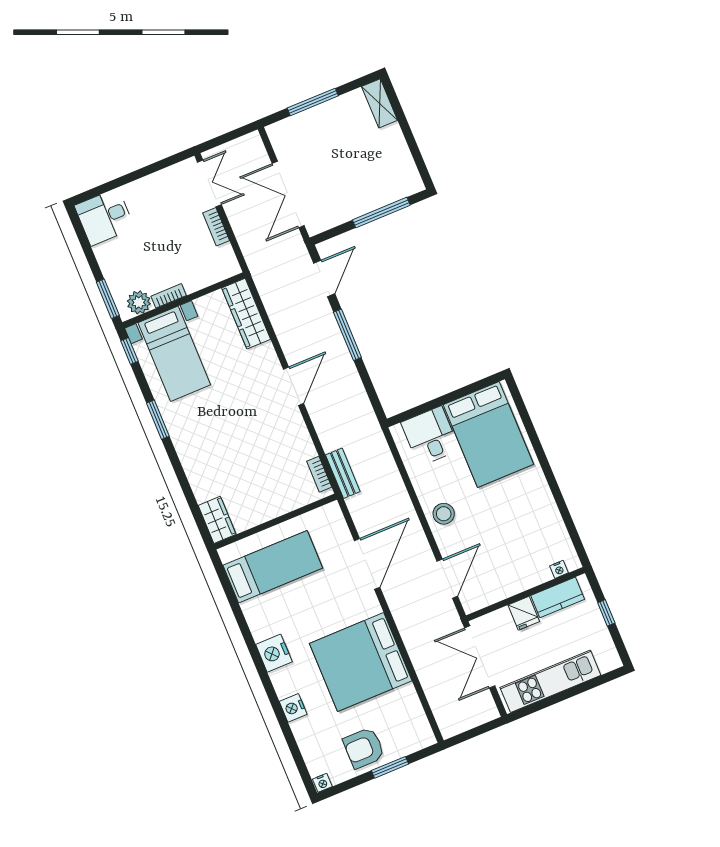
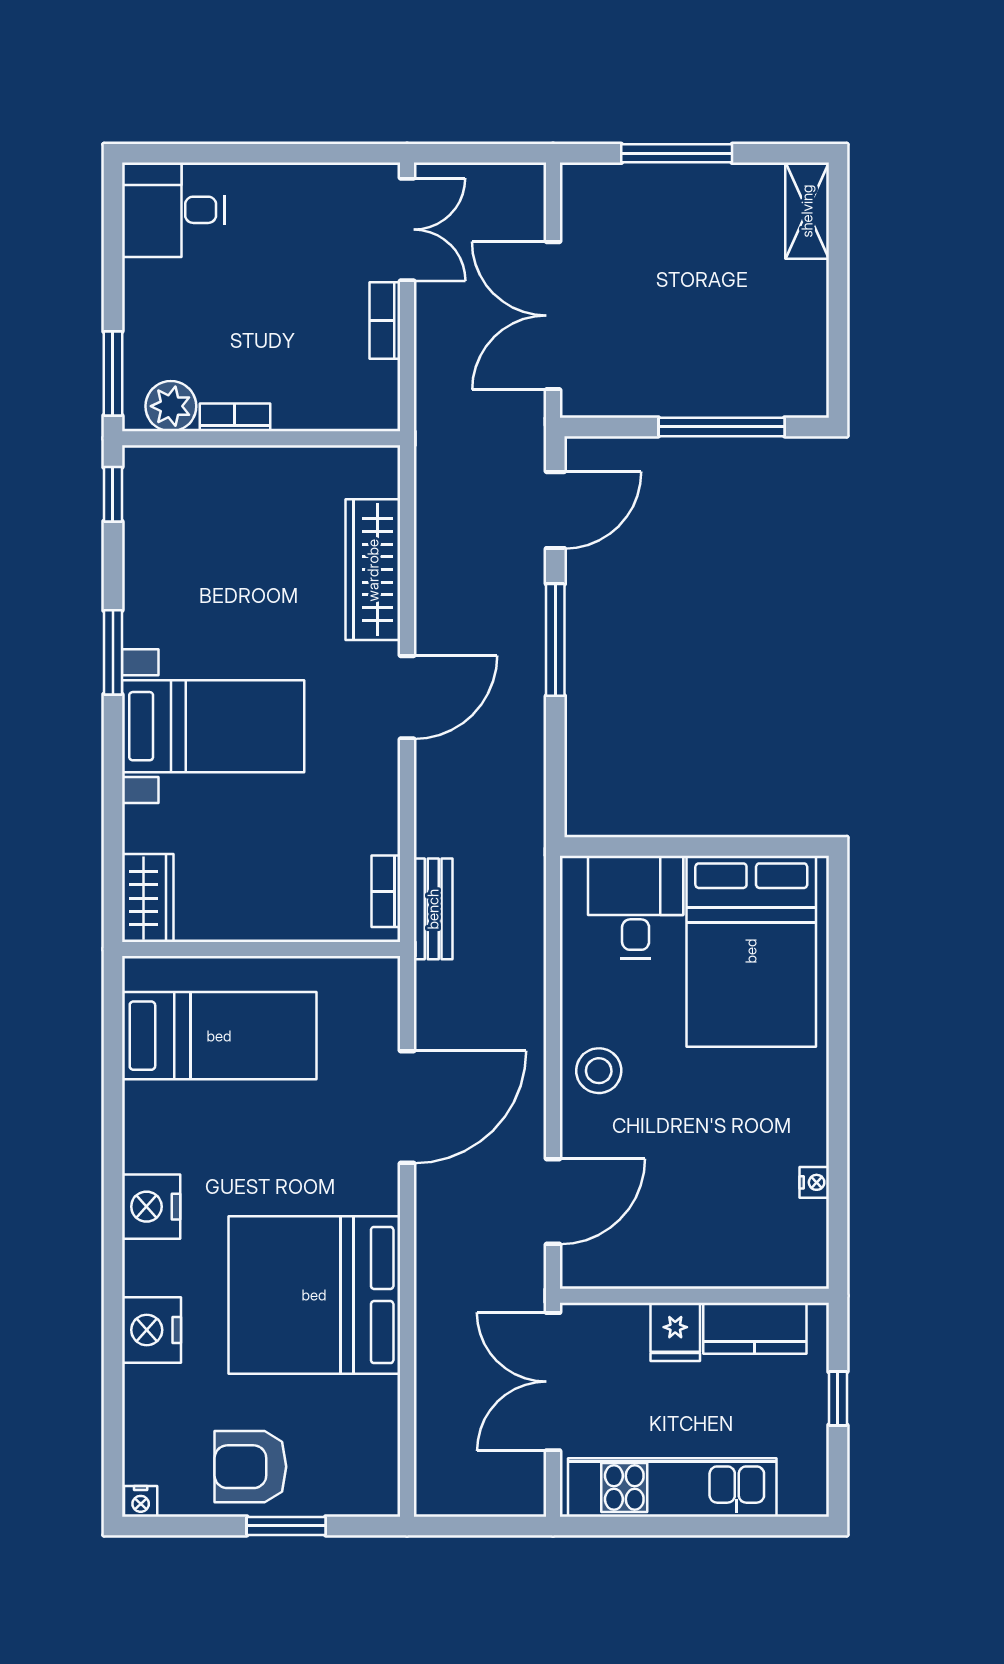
wardrobe: (246, 314) -> (373, 570), moved
bed with nightstands: (174, 354) -> (213, 726), moved, turned -90
nightstand: (559, 569) -> (814, 1182), moved, turned -90
nightstand: (293, 708) -> (151, 1330), width x1.36, depth x1.33

